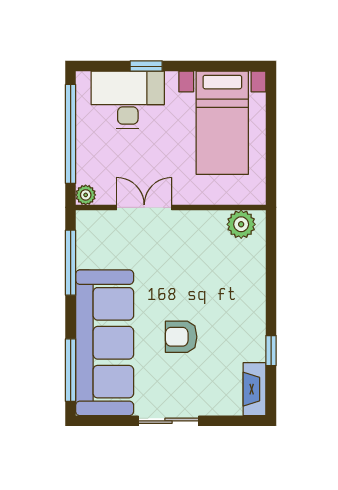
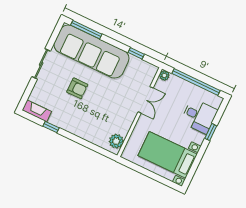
desk: (128, 100) -> (199, 116), width x0.73
window: (71, 263) -> (136, 53), width x0.46
armchair: (181, 337) -> (77, 88), turned 90

